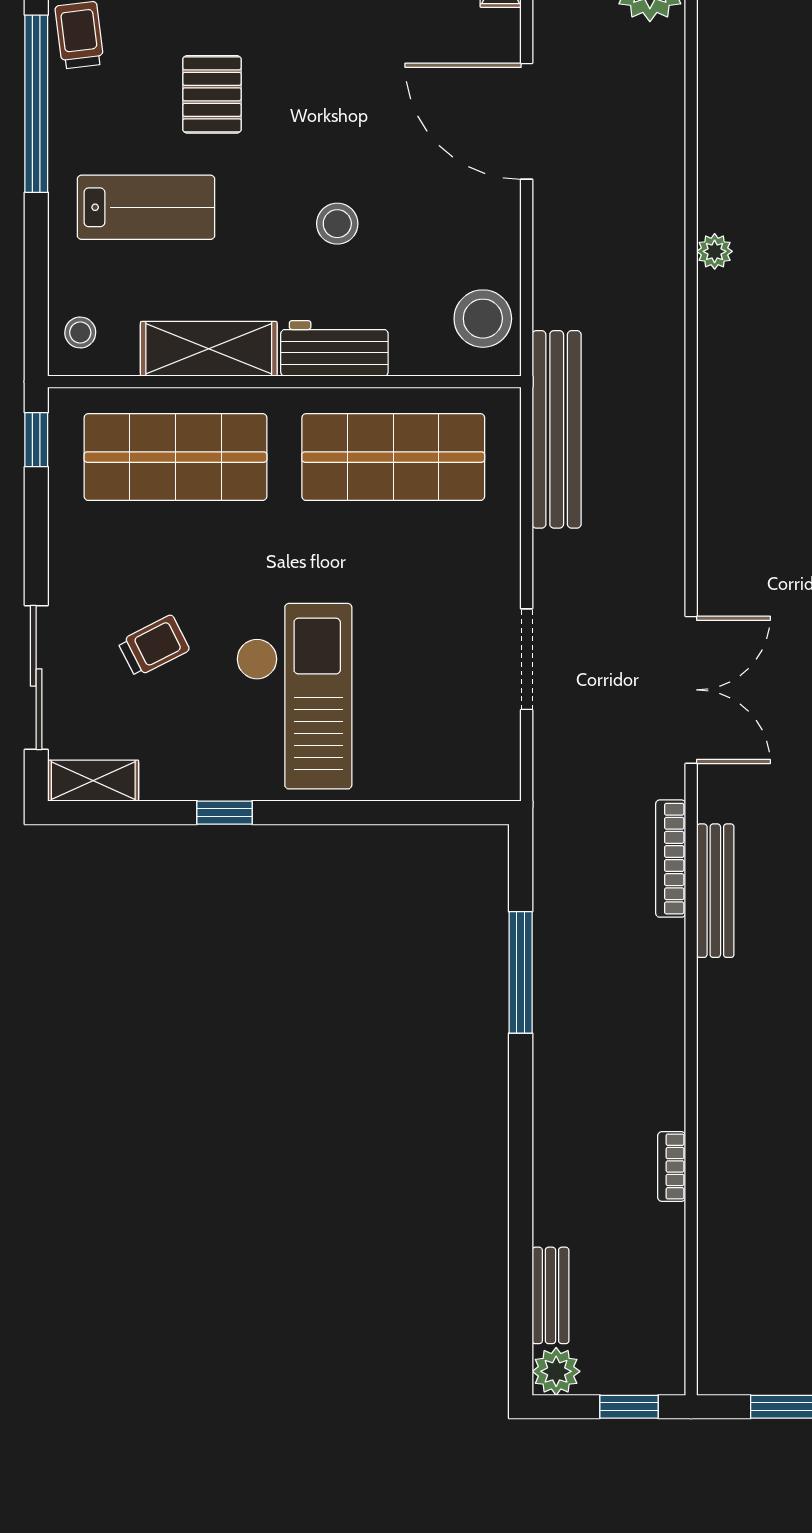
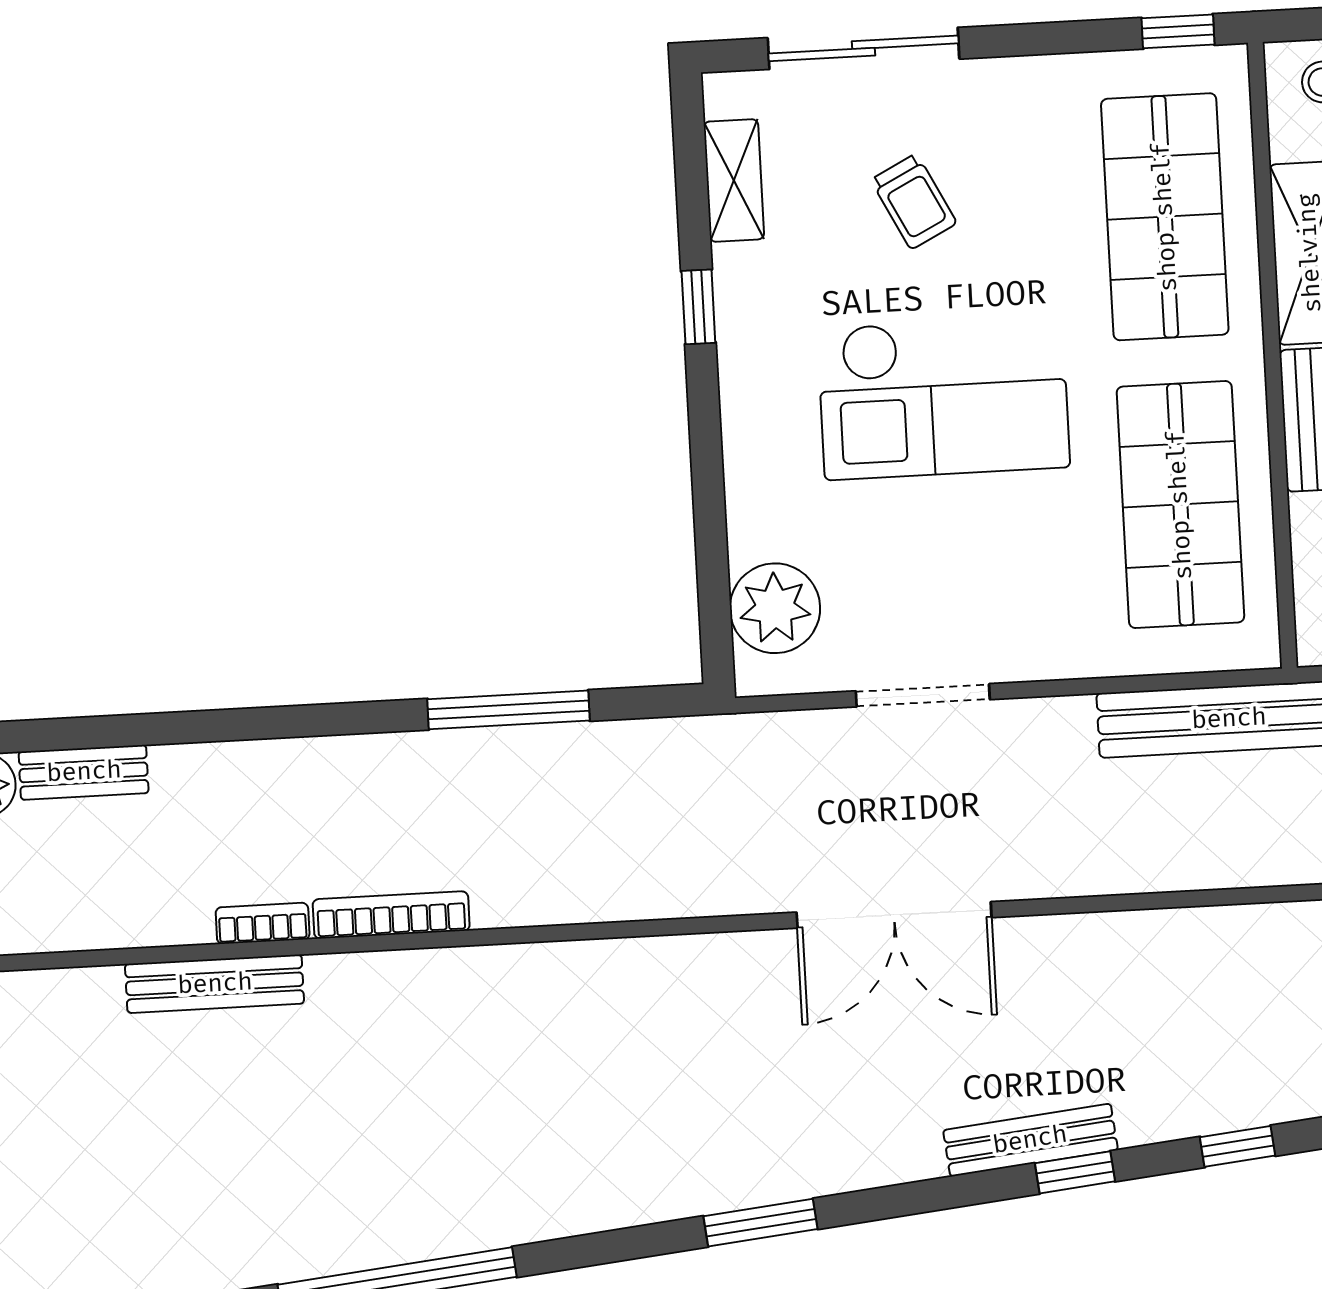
checkout: (294, 696) -> (944, 397), moved
plant: (455, 767) -> (775, 608), added
shelving: (93, 781) -> (734, 180), moved
bookcase: (671, 859) -> (391, 915), moved
bench: (715, 891) -> (215, 984), moved

